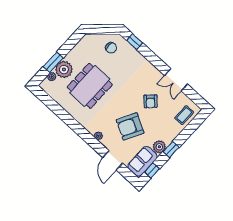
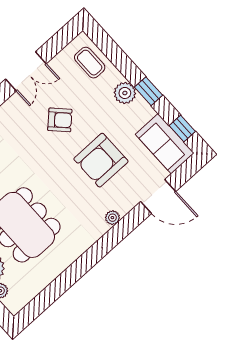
armchair: (130, 126) -> (101, 160), turned 62
plant: (159, 147) -> (125, 93), moved

